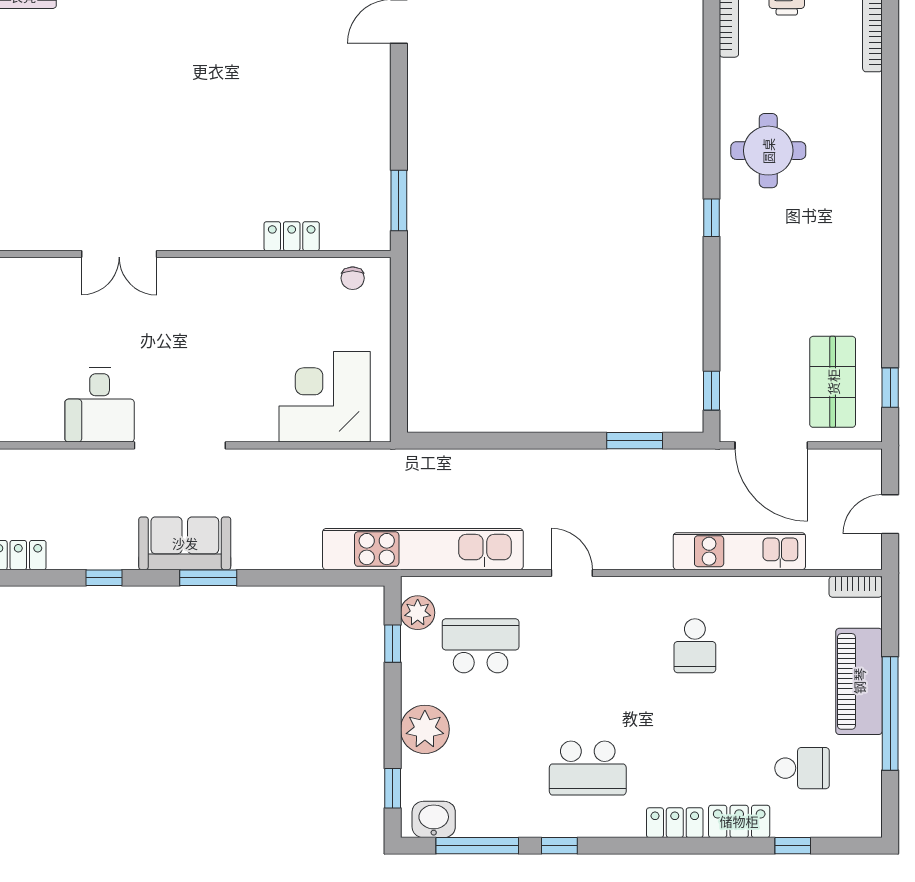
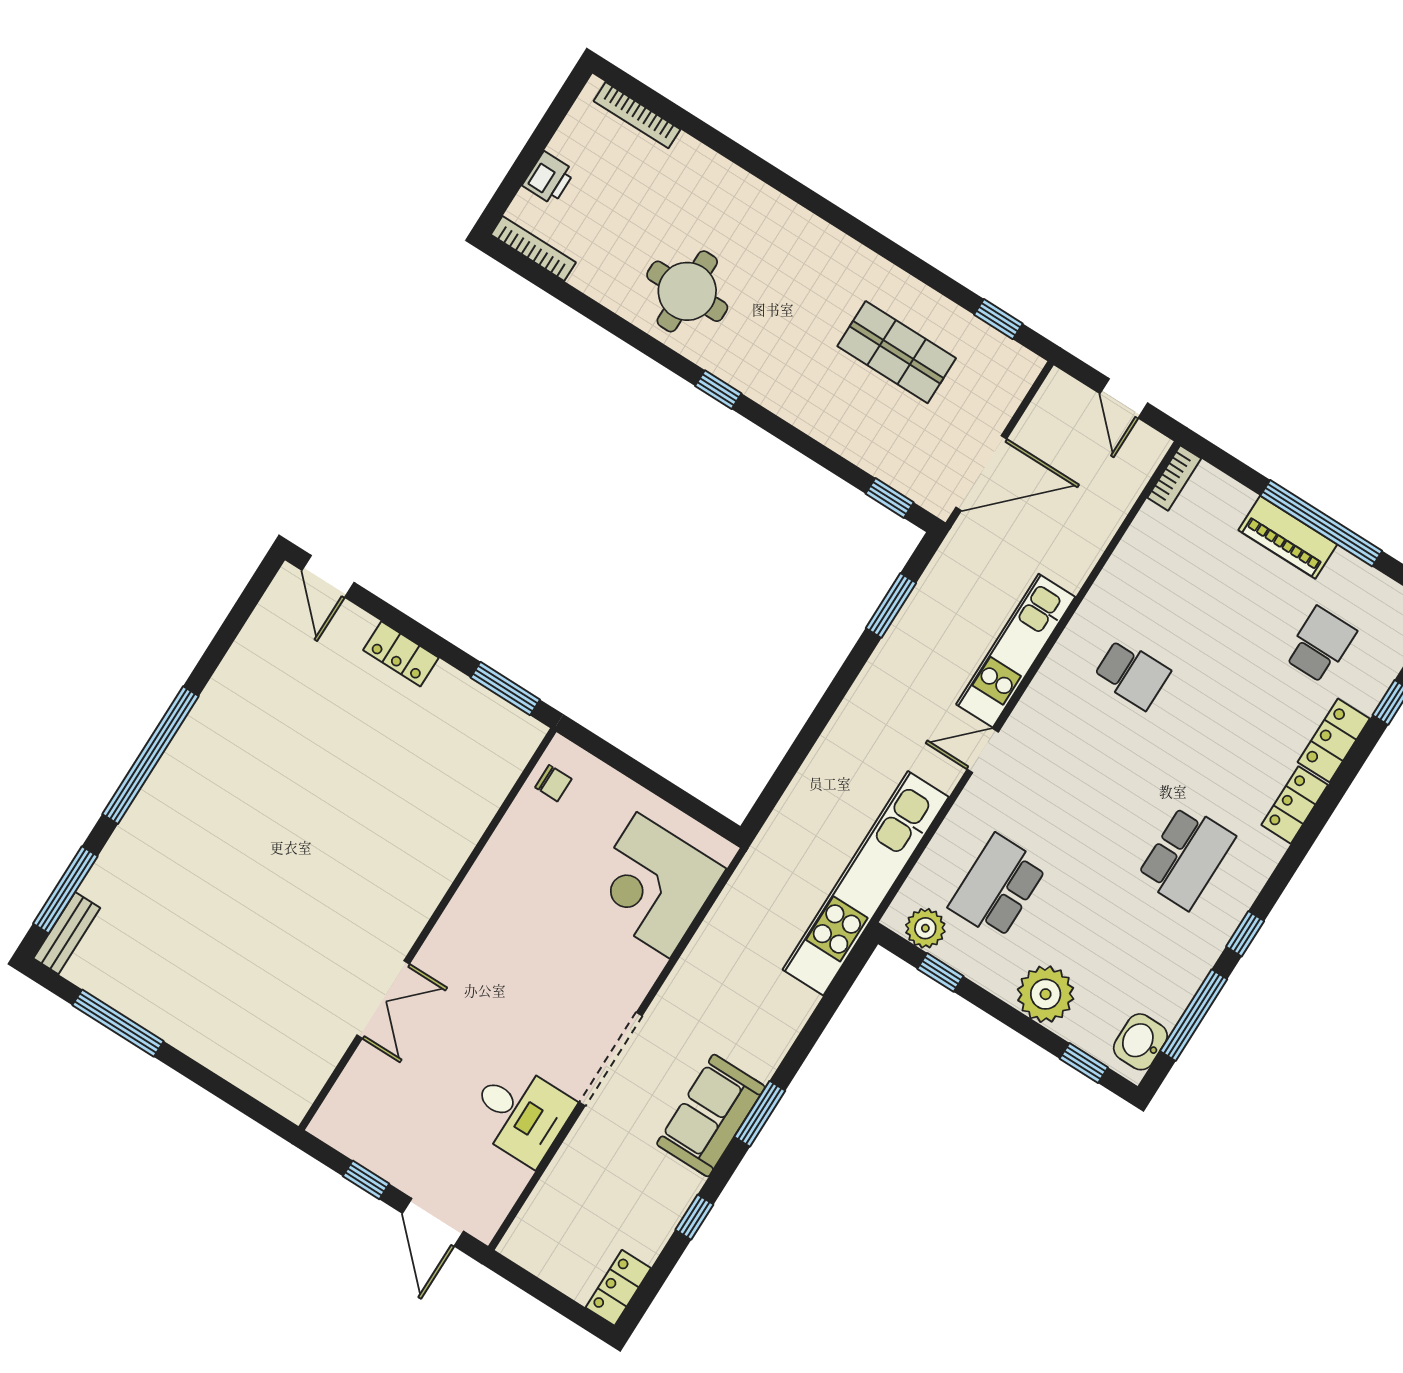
locker: (292, 236) -> (401, 654), moved, turned -90
shop shelf: (833, 382) -> (897, 352), moved
kitchen unit: (739, 551) -> (1016, 651), moved
piano: (859, 681) -> (1288, 537), width x0.73, depth x0.75

